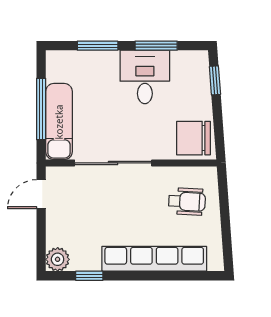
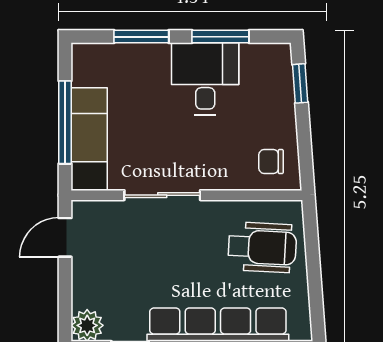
chair: (193, 138) -> (271, 162), width x0.54, depth x0.54
sliding door: (113, 163) -> (162, 195), width x0.73
wheelchair: (187, 202) -> (262, 247), width x1.36, depth x1.37

